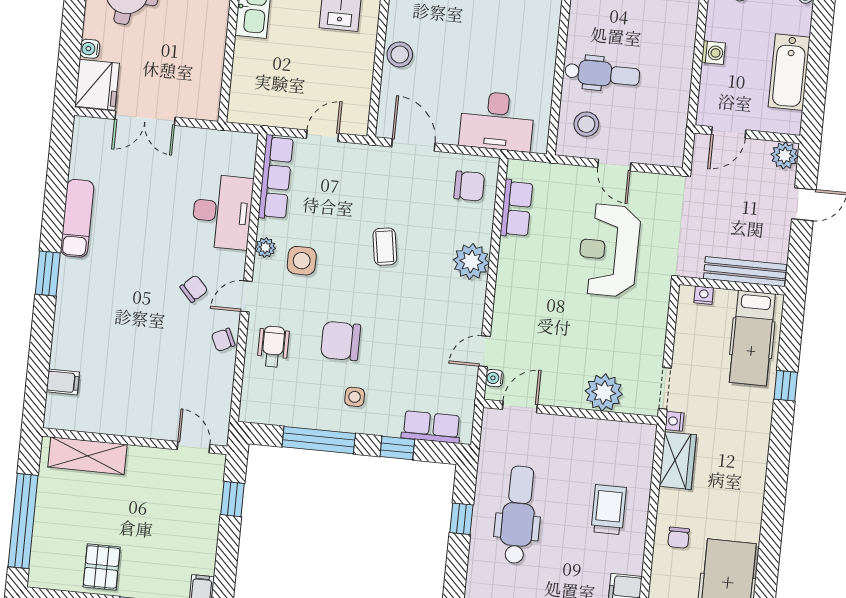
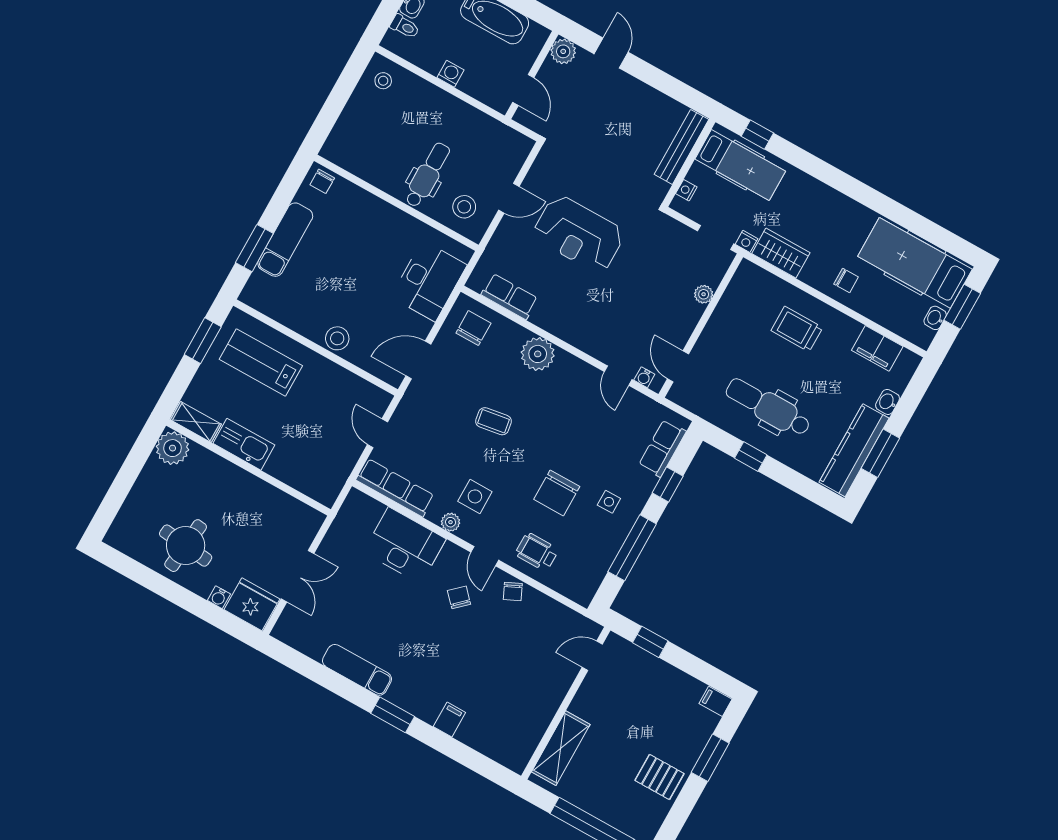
bench: (745, 272) -> (682, 147), moved
wall: (732, 286) -> (689, 163), moved
nightstand: (704, 295) -> (686, 190), moved
hospital bed: (752, 338) -> (740, 165), moved
filing cabinet: (63, 382) -> (449, 720), moved
plant: (604, 392) -> (704, 294), width x0.53, depth x0.53

